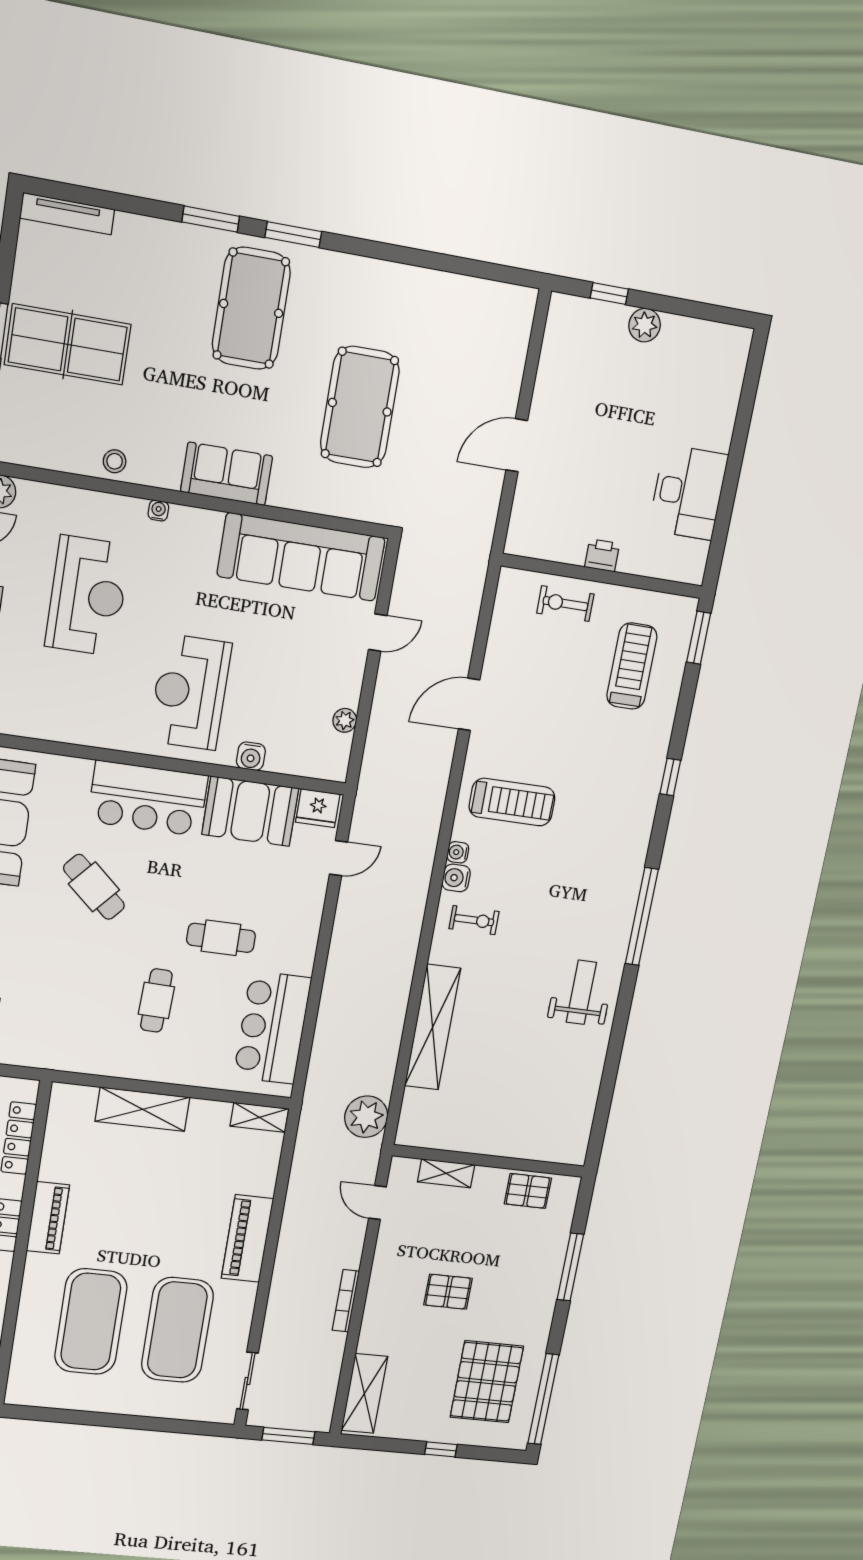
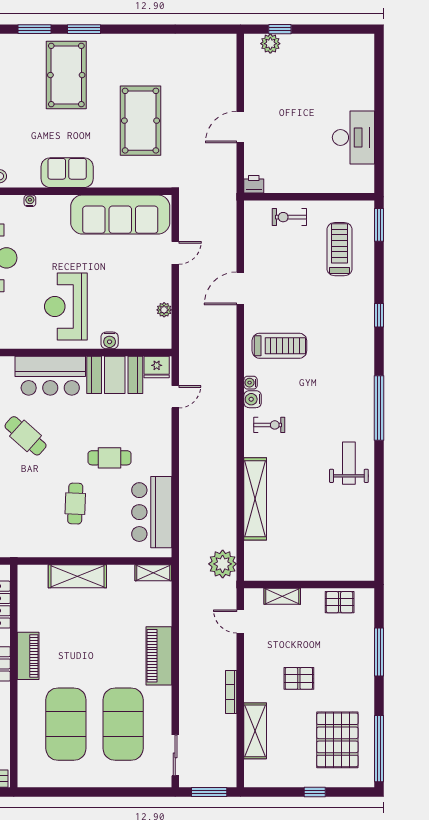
plant: (645, 325) -> (270, 44), moved
printer: (602, 555) -> (254, 184), moved
shelving: (364, 1393) -> (255, 731), moved

